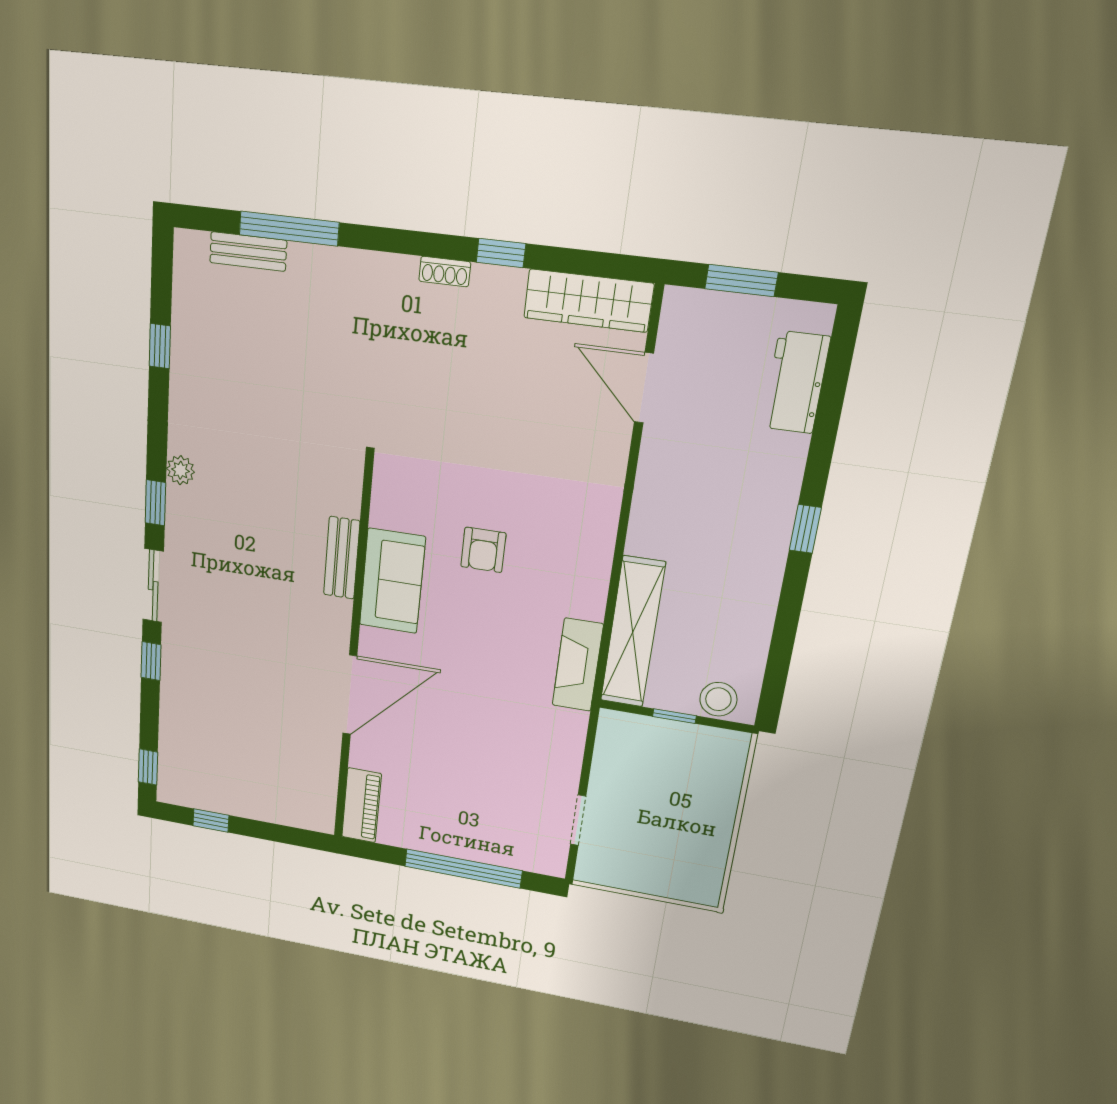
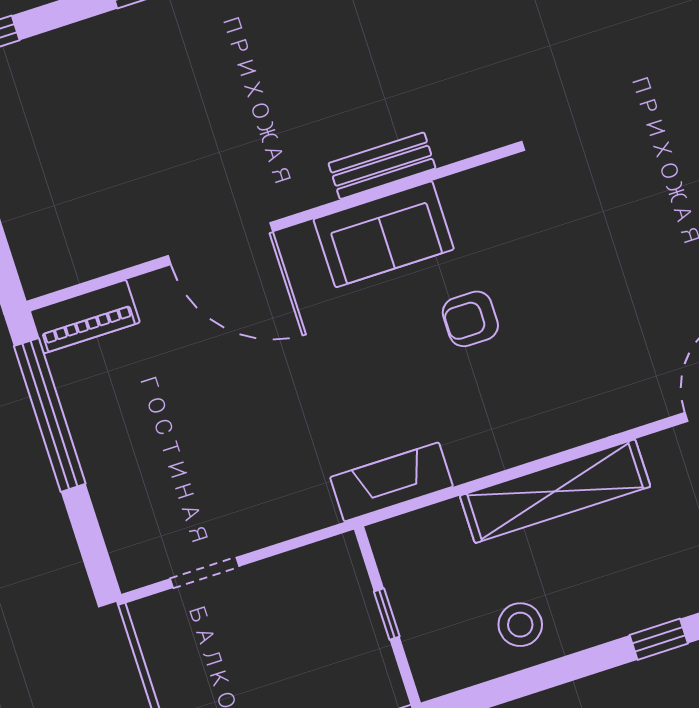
shelving: (633, 632) -> (555, 491), moved
stool: (718, 699) -> (520, 625), moved
window: (463, 869) -> (50, 415), moved

